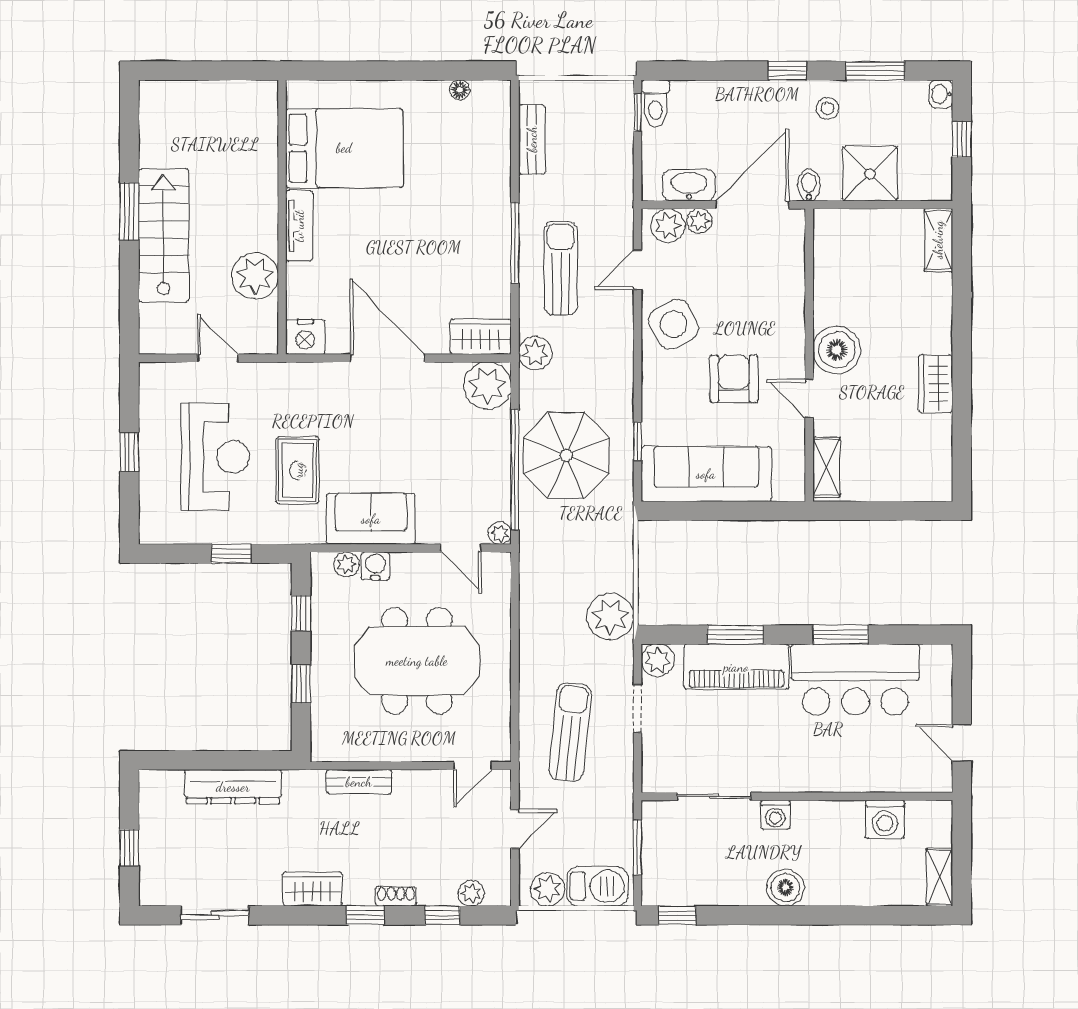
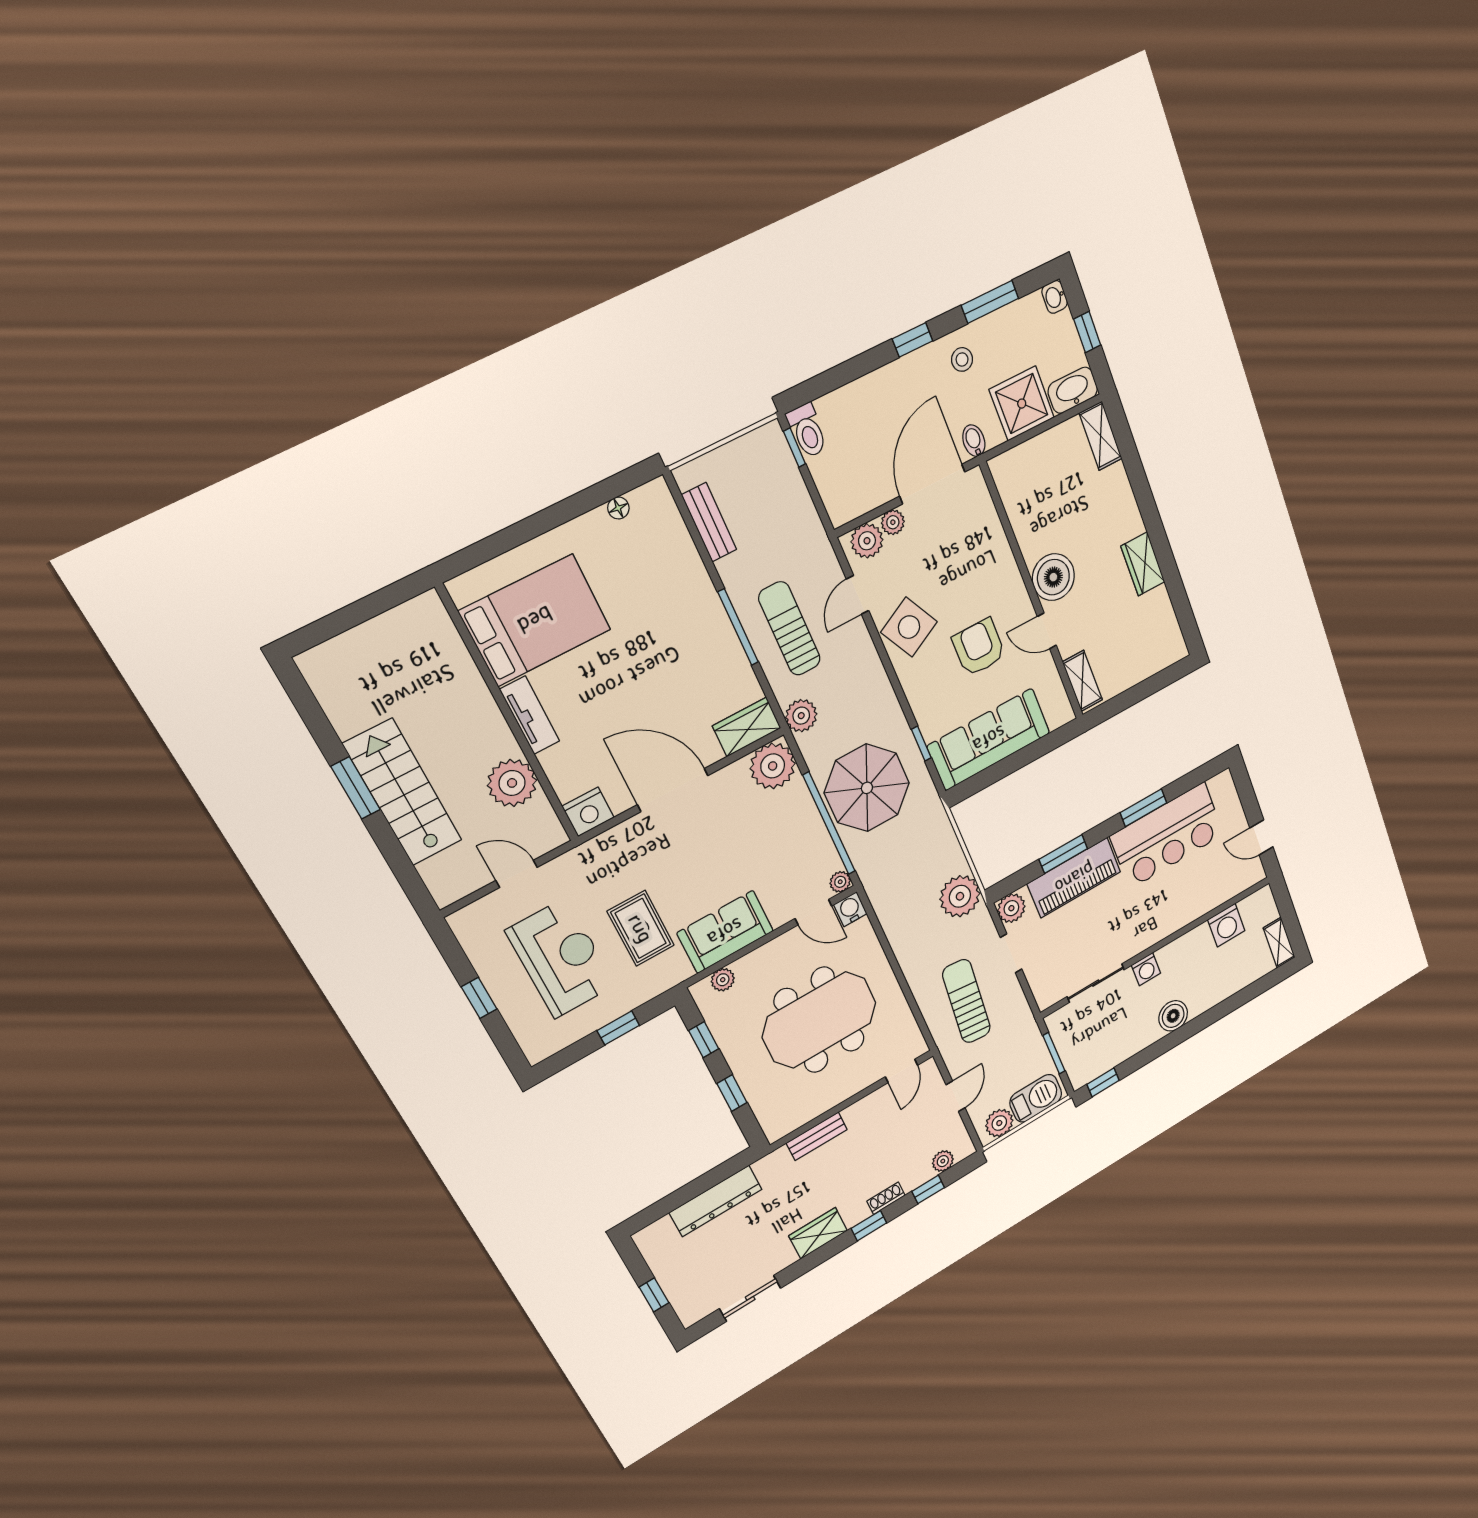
washbasin: (689, 185) -> (1073, 390), moved
water cooler: (375, 566) -> (850, 909), moved

